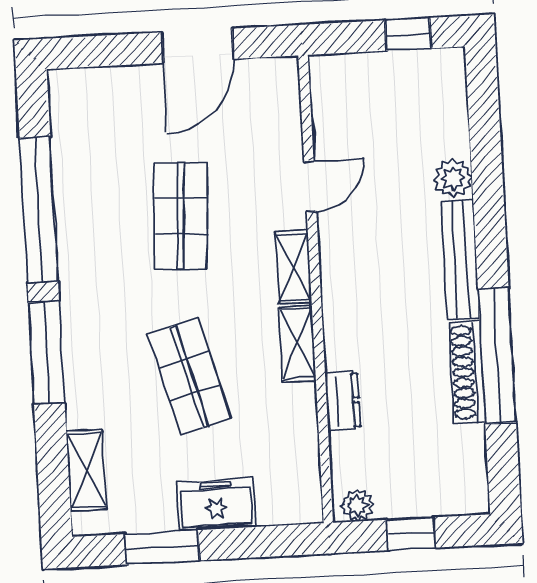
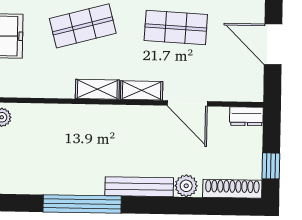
door: (310, 187) -> (187, 103), width x1.38
shoe rack: (467, 372) -> (232, 189), moved
dresser: (343, 401) -> (246, 116), moved

